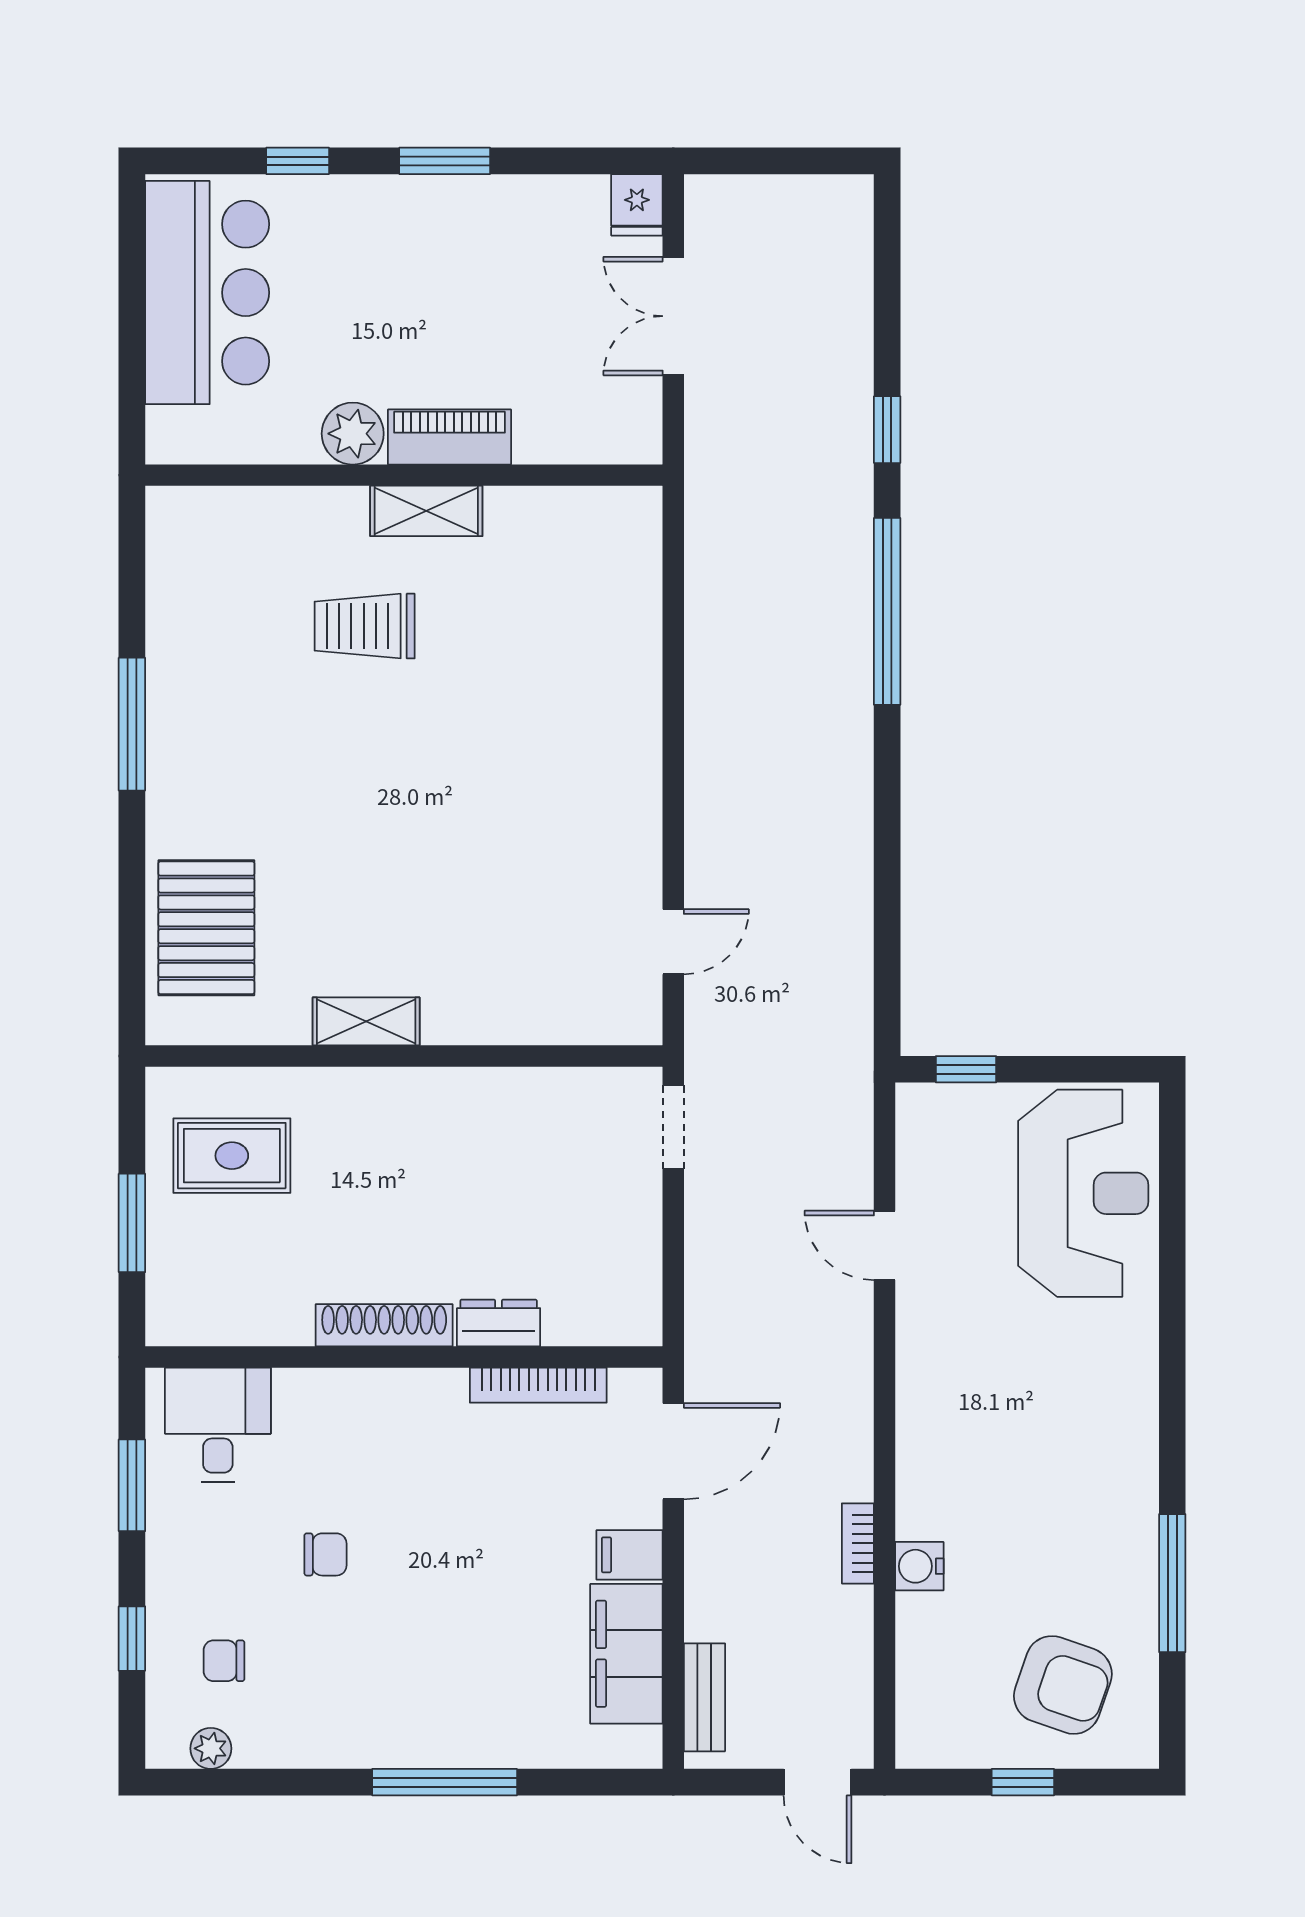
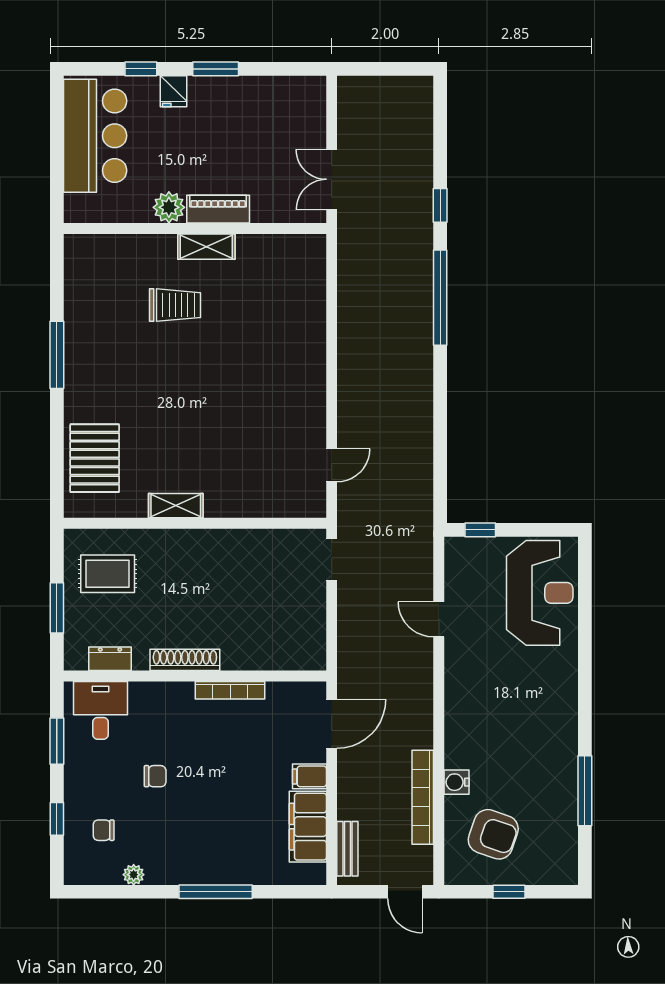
fridge: (637, 205) -> (173, 91), moved
double door: (673, 316) -> (332, 179), moved
trolley: (365, 626) -> (175, 305), turned 180
dresser: (499, 1323) -> (110, 659), moved
bookcase: (538, 1385) -> (230, 690), moved
bookcase: (858, 1543) -> (423, 797), width x2.31, depth x1.31
armchair: (1063, 1685) -> (493, 834), moved
plant: (211, 1748) -> (134, 875), moved

